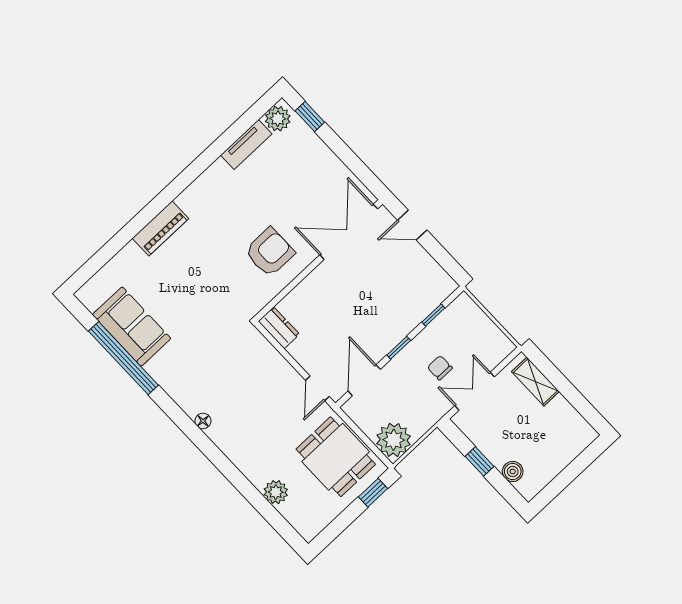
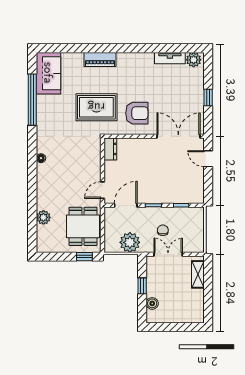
window: (310, 117) -> (208, 97), moved
rug: (212, 292) -> (96, 107), added
sofa: (132, 327) -> (48, 73), moved
plant: (394, 440) -> (130, 242), moved

